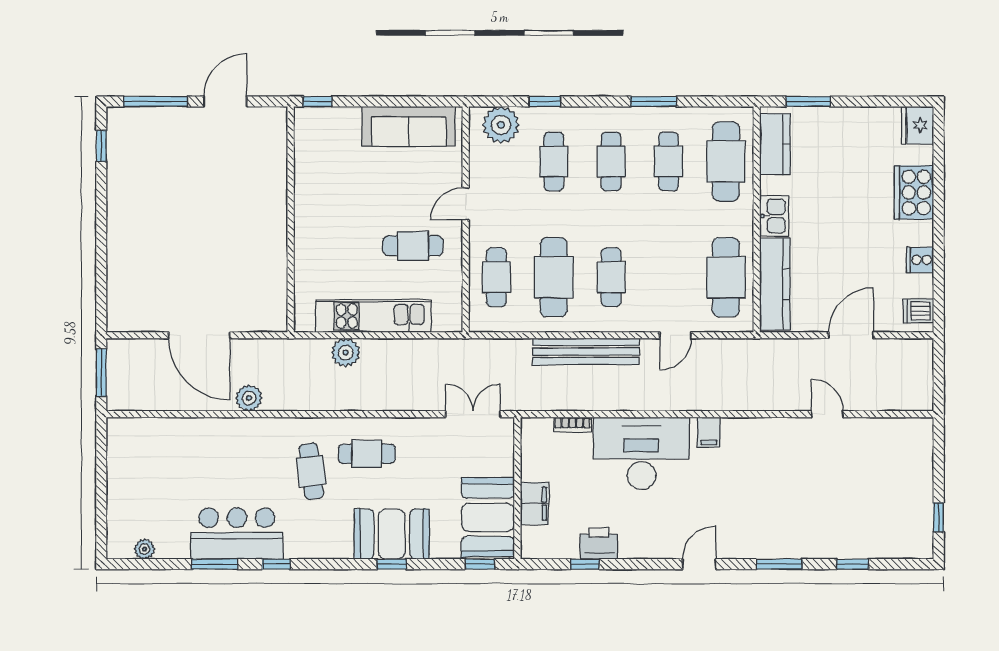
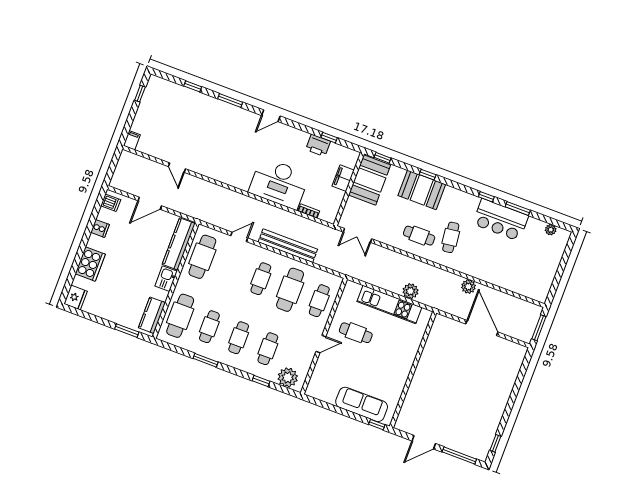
sofa: (409, 126) -> (362, 404), moved
filing cabinet: (709, 432) -> (132, 140), moved

